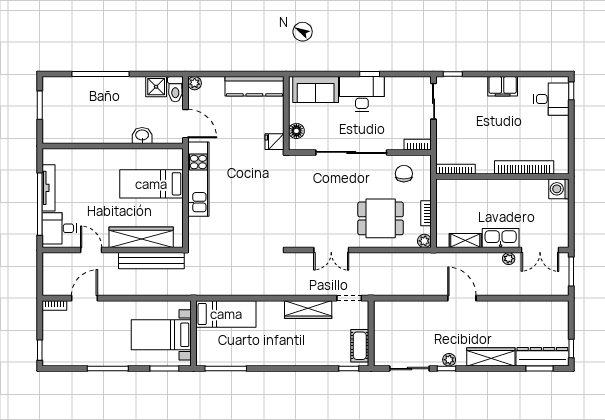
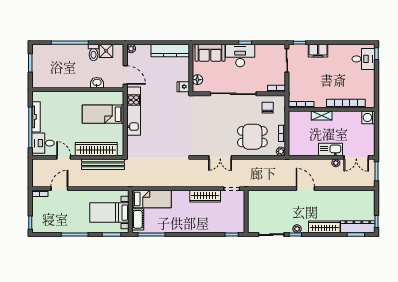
filing cabinet: (503, 86) -> (318, 51), moved
toilet: (175, 89) -> (94, 52), moved
shelving: (465, 241) -> (322, 116), moved
cot: (360, 346) -> (138, 219), moved

